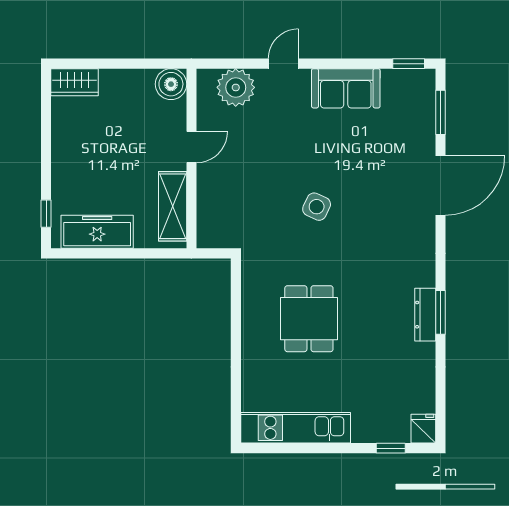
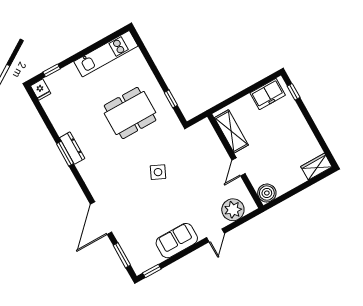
freezer: (97, 232) -> (268, 94), width x0.71
window: (236, 306) -> (171, 99), added
dining table: (309, 319) -> (130, 113), width x1.38

